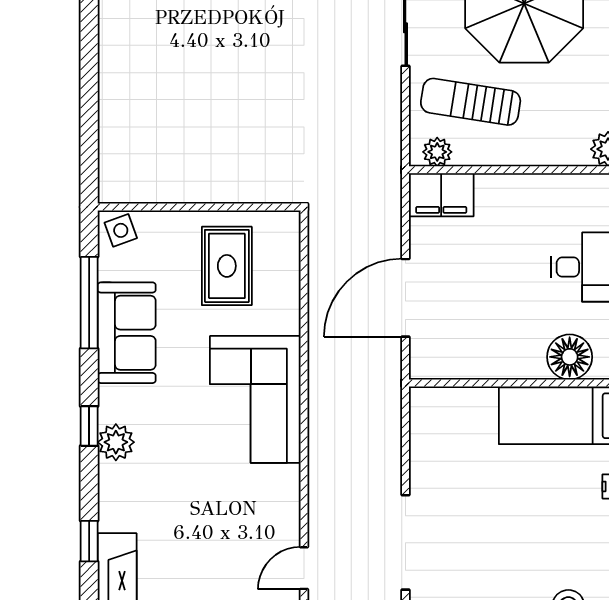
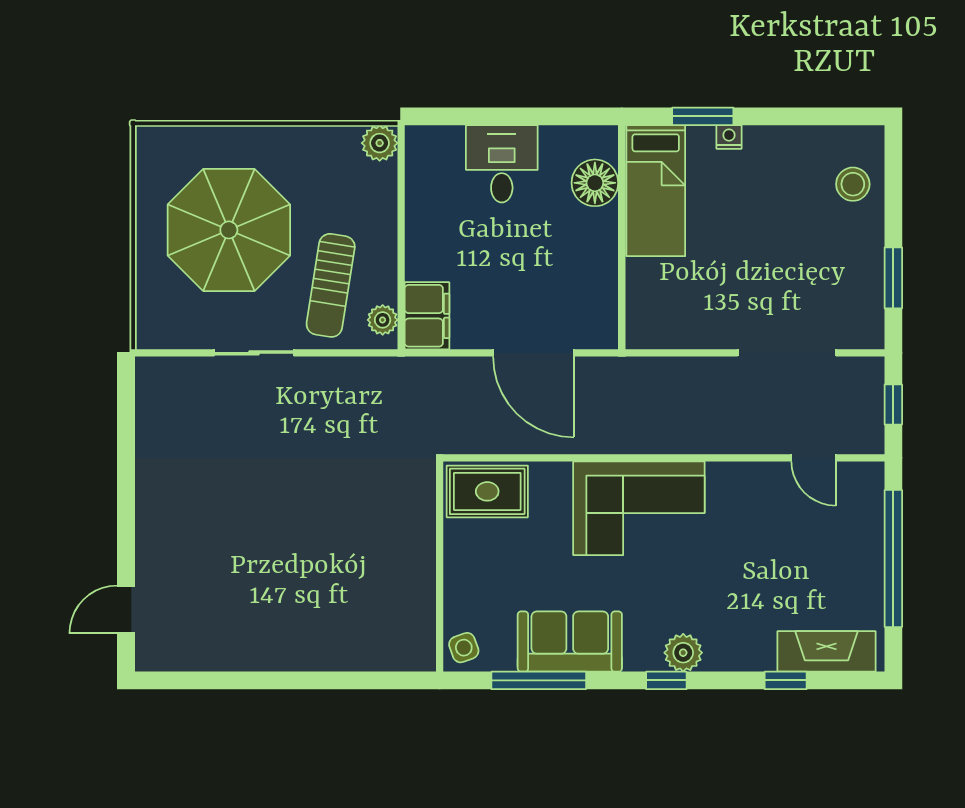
rug: (227, 266) -> (487, 491), moved

